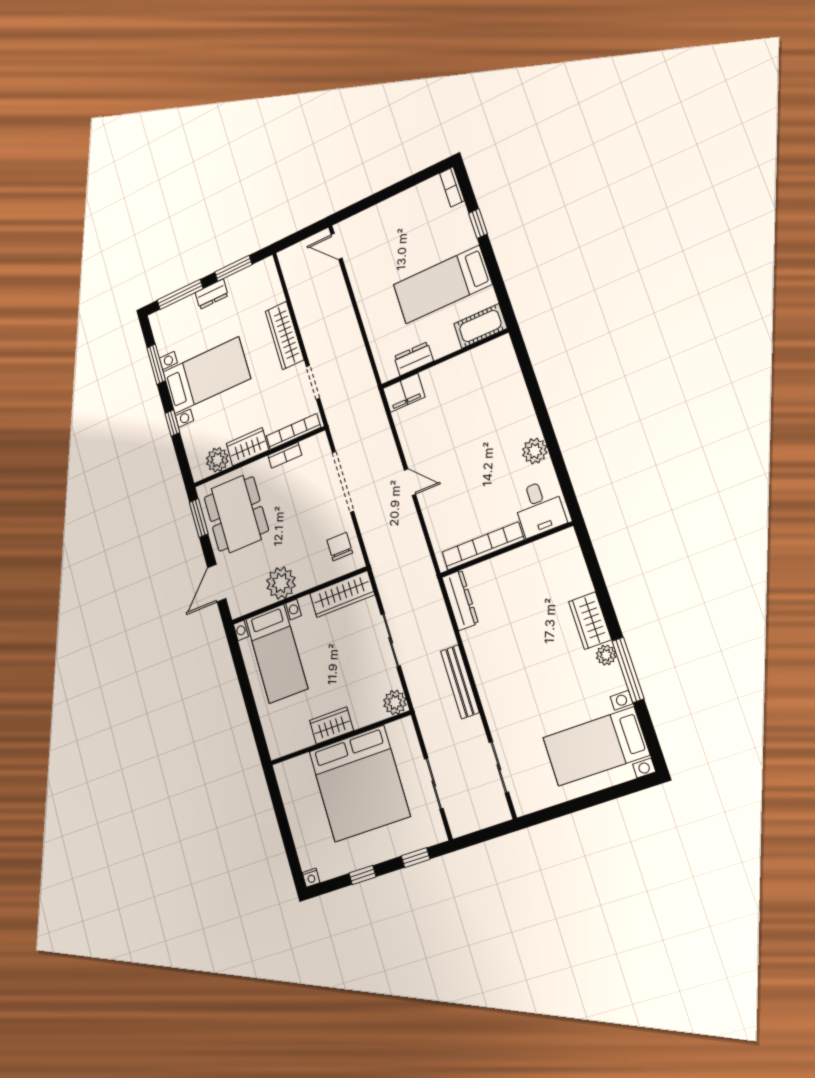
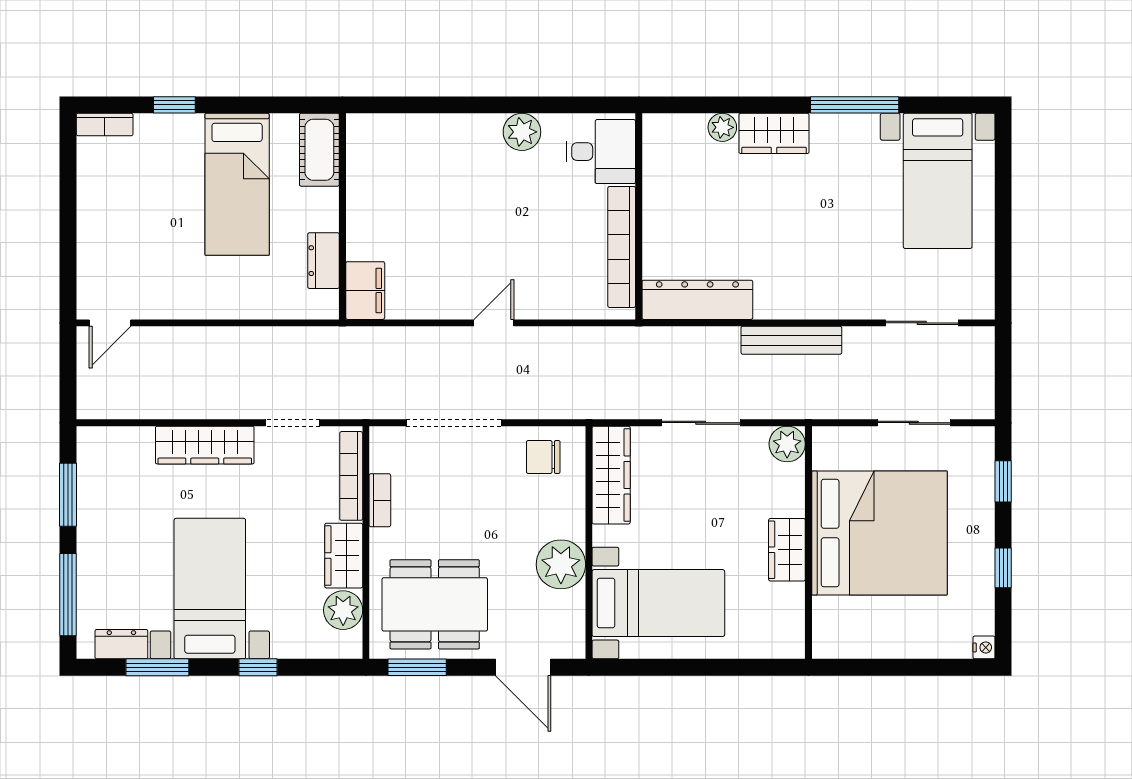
dresser: (212, 294) -> (121, 644), moved, turned -90
dresser: (460, 600) -> (697, 300), width x1.37, depth x1.24
plant: (606, 655) -> (722, 127), moved

